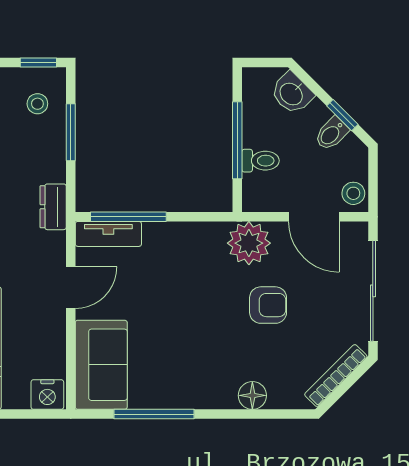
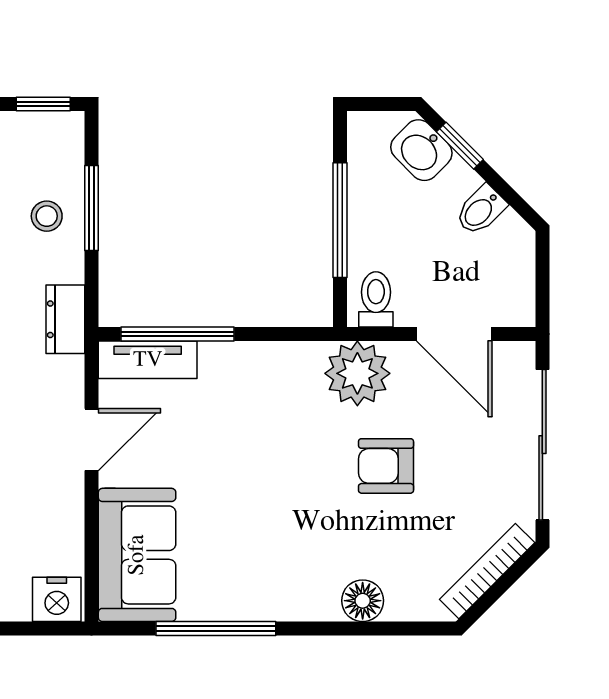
stool: (37, 104) -> (47, 216), moved
window: (342, 115) -> (460, 146), moved
toilet: (260, 161) -> (376, 299), moved, turned -90
stool: (353, 193) -> (513, 299), removed
armchair: (268, 305) -> (386, 466), turned 180

